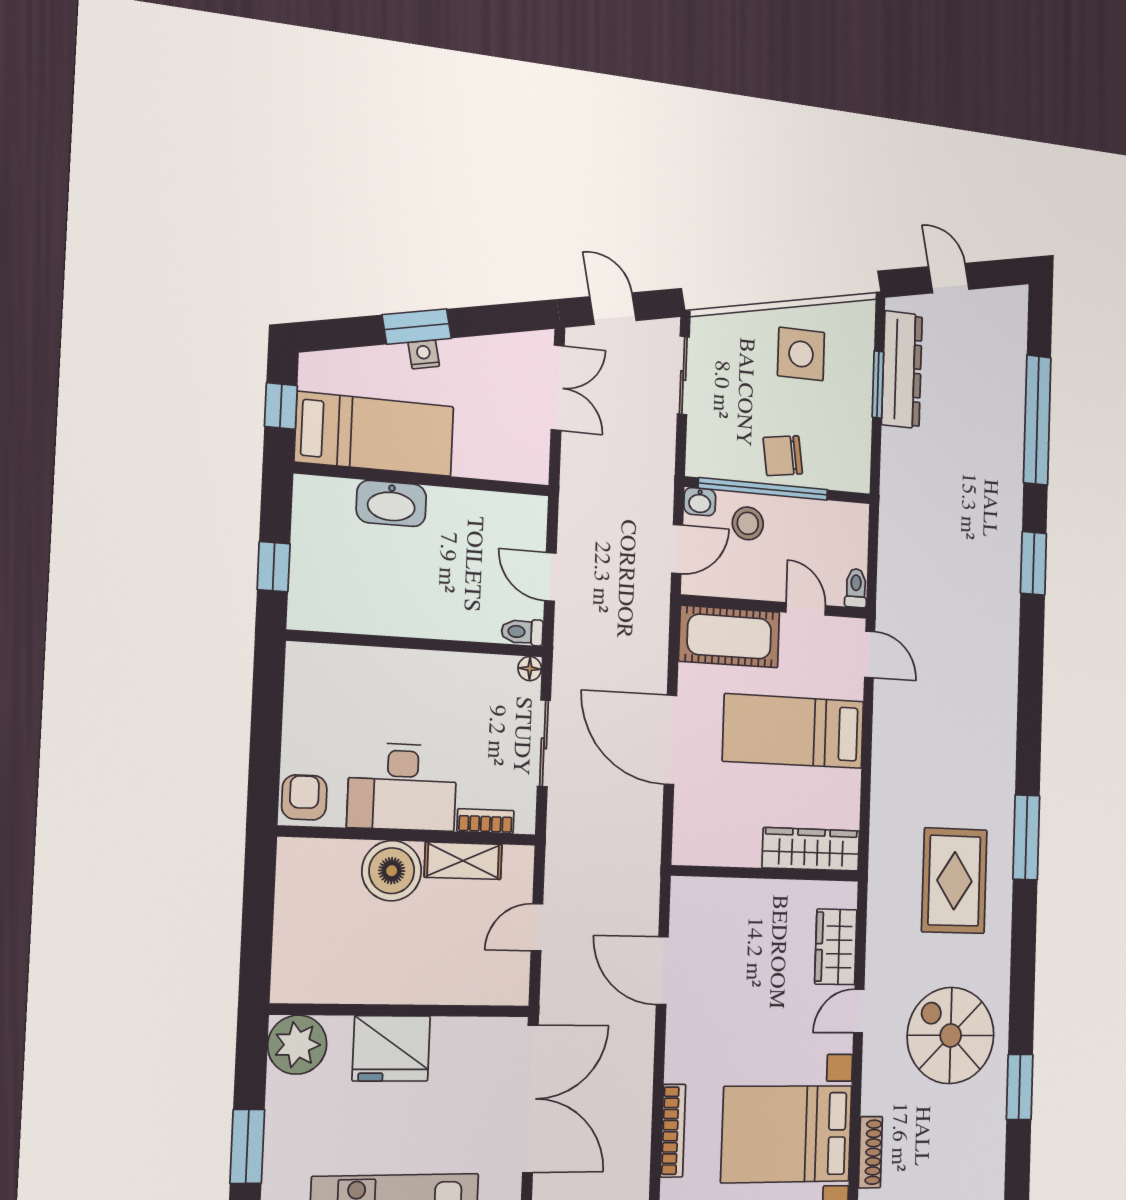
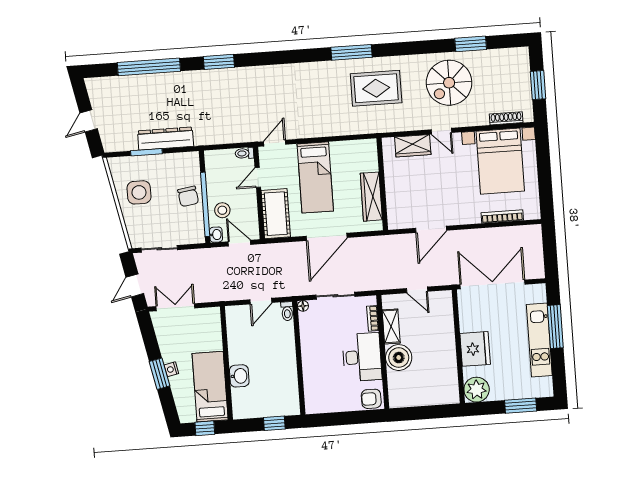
dresser: (902, 370) -> (166, 139), moved
washbasin: (391, 503) -> (239, 376), width x0.72
wardrobe: (811, 849) -> (371, 197), moved

